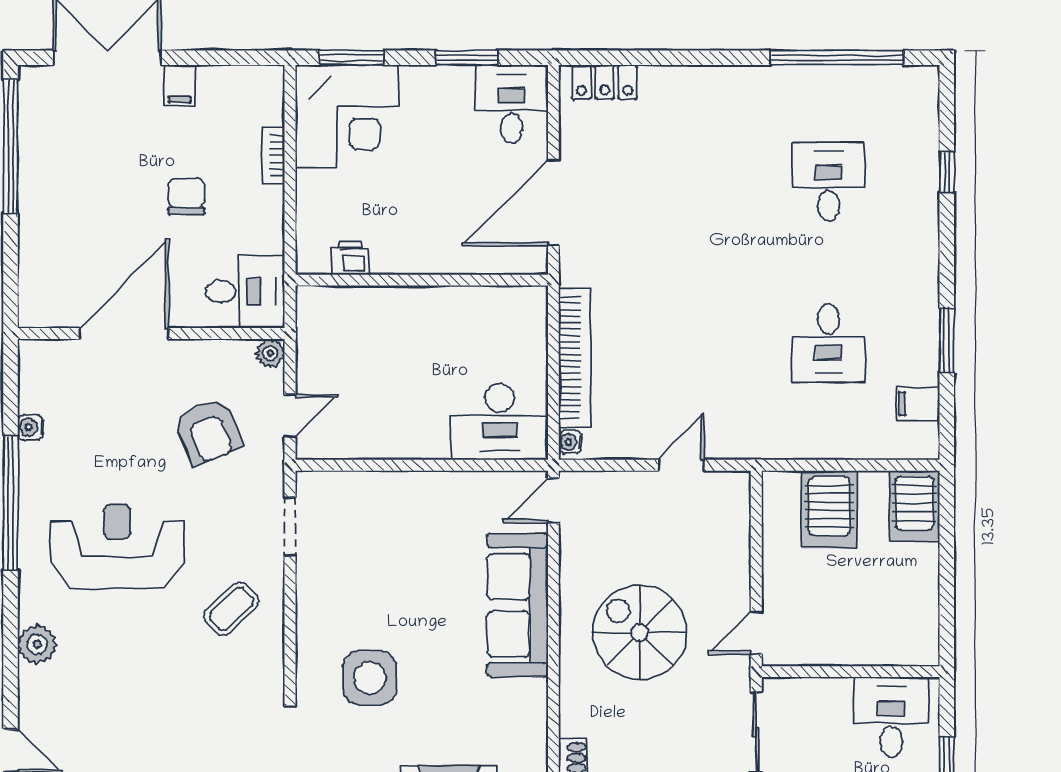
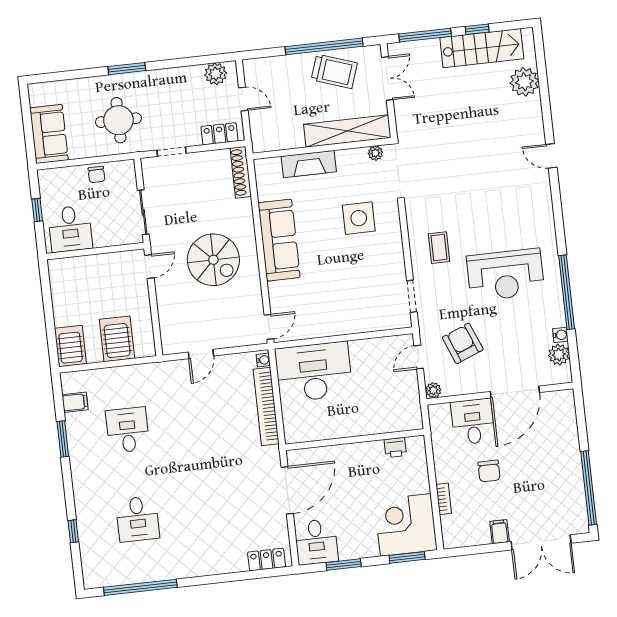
desk: (245, 292) -> (473, 422), moved, turned 90
desk: (499, 422) -> (314, 372), width x1.36, depth x1.30
sofa: (518, 605) -> (279, 240), moved
coffee table: (231, 609) -> (439, 248), turned -47
plant: (37, 644) -> (559, 355), moved

